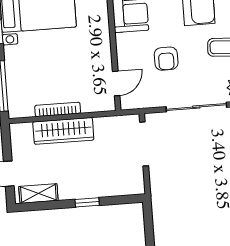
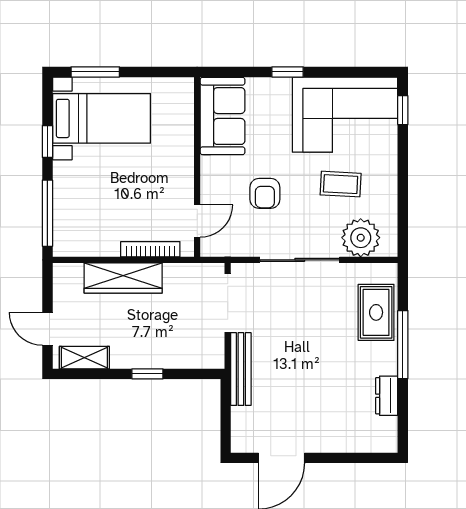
bookcase: (58, 109) -> (150, 249), moved
bench: (158, 193) -> (241, 369), added

